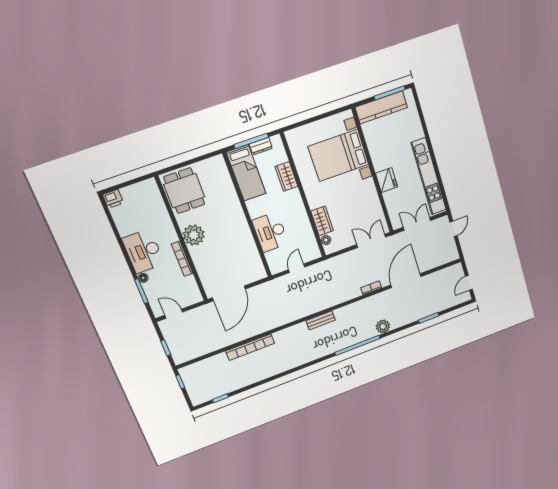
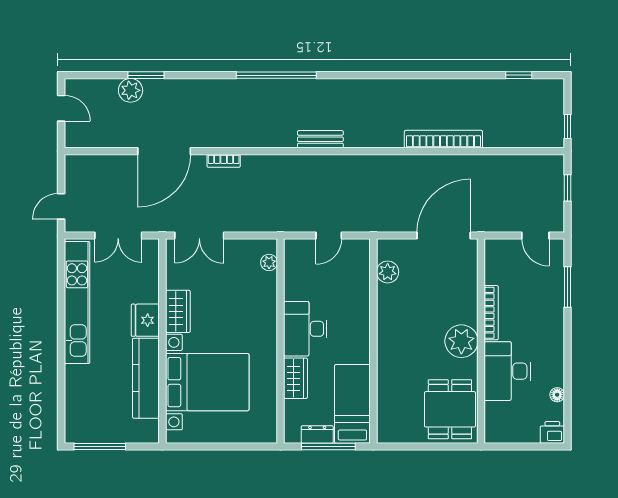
kitchen counter: (381, 107) -> (146, 378), moved, turned -90
wardrobe: (322, 221) -> (178, 311), moved, turned 180
desk: (270, 232) -> (305, 329), moved, turned 180
desk: (143, 251) -> (507, 371), moved, turned 180
plant: (254, 260) -> (388, 272), added
floor lamp: (143, 278) -> (557, 395), moved
door: (469, 283) -> (61, 108), hinge flipped
plant: (383, 326) -> (131, 90), moved

